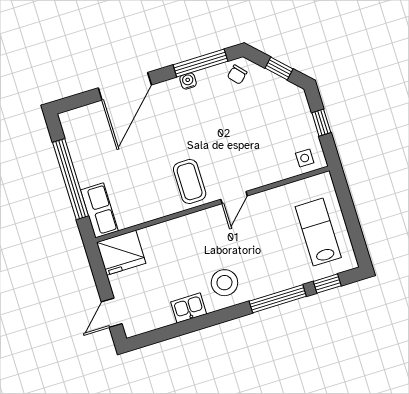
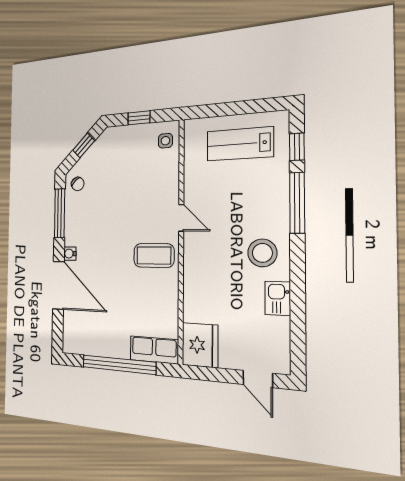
water cooler: (188, 81) -> (70, 254), moved

